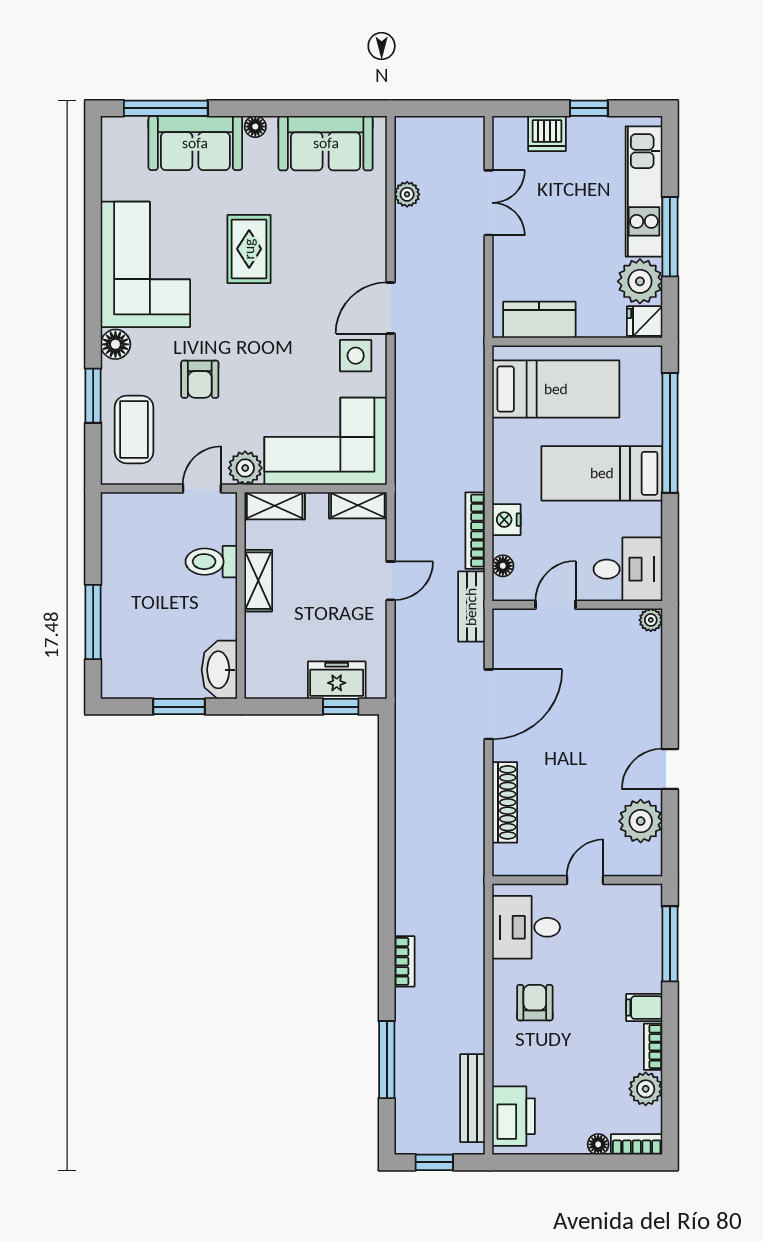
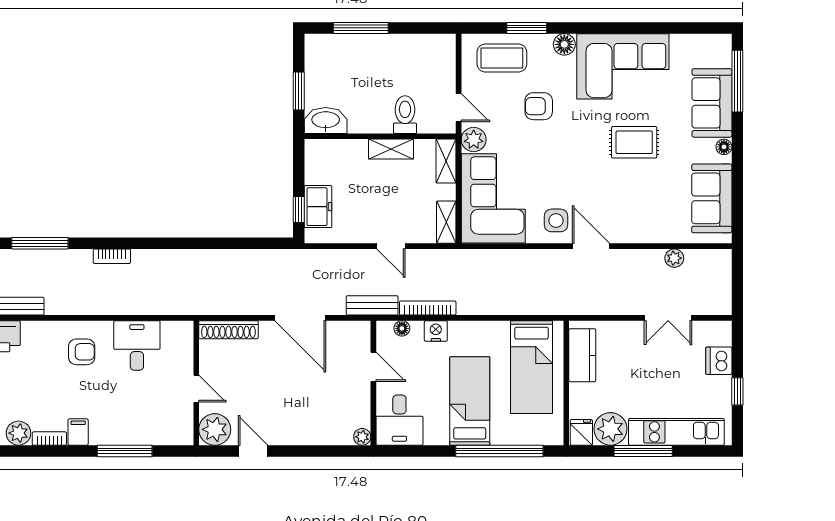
wall: (577, 880) -> (196, 383), moved
door: (585, 880) -> (196, 389), moved

